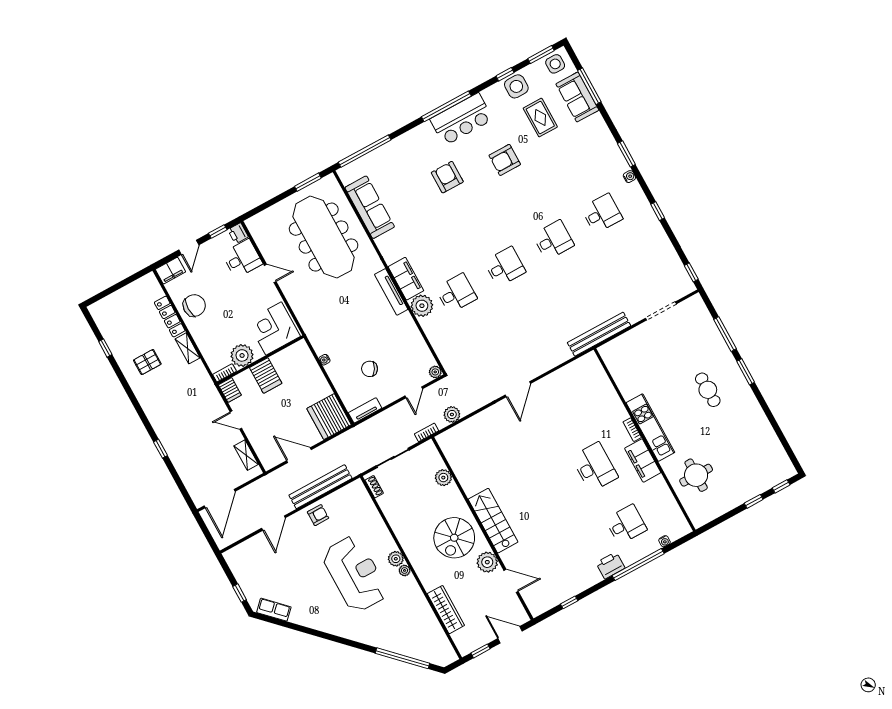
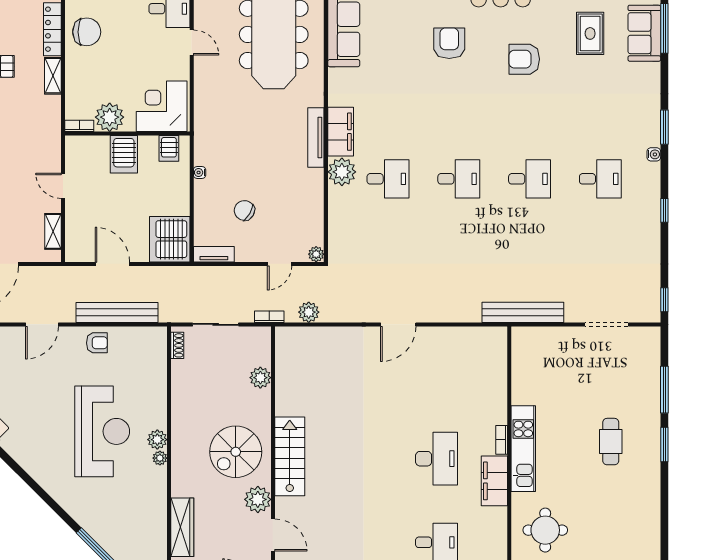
server rack: (230, 390) -> (169, 148), moved

